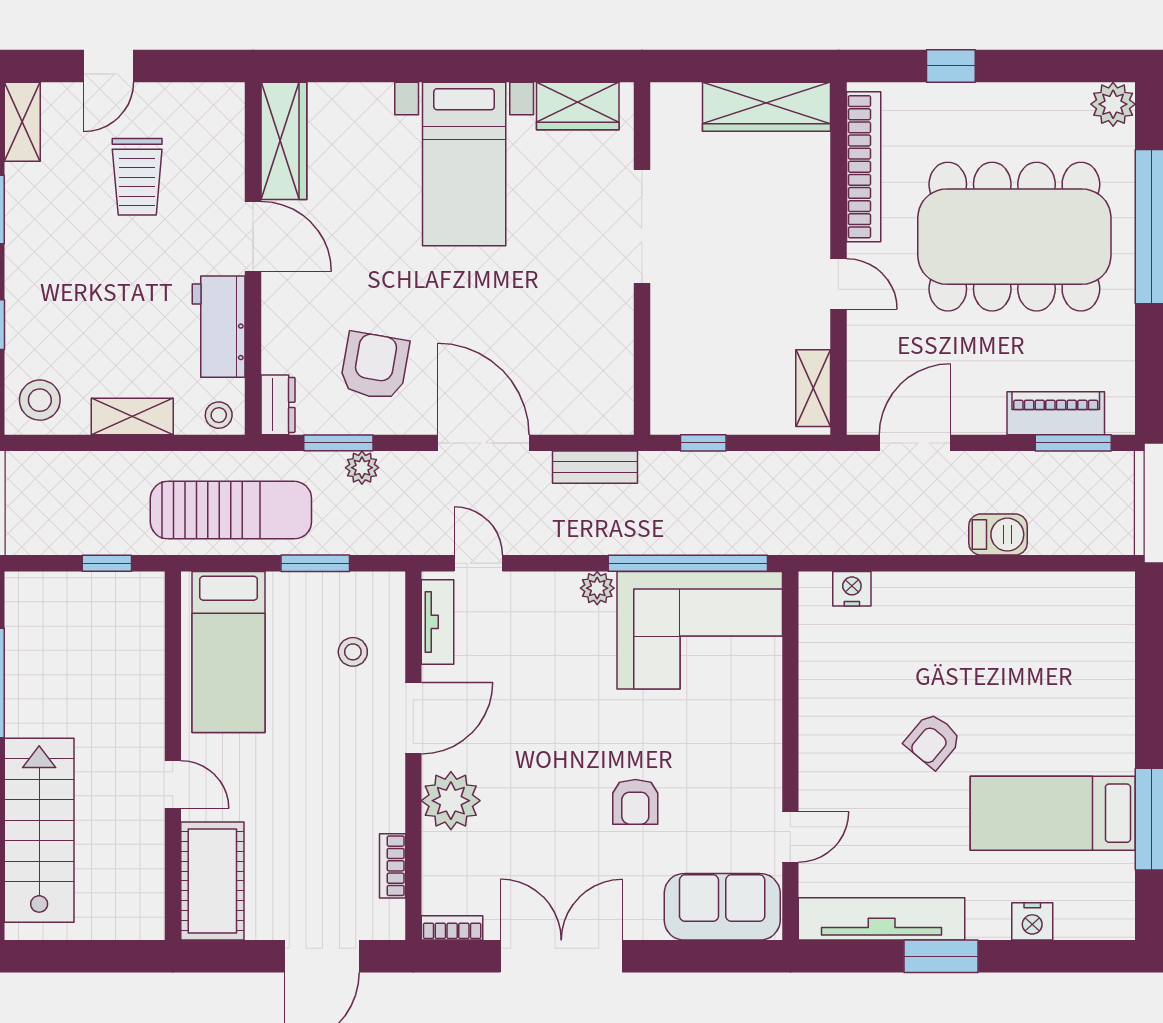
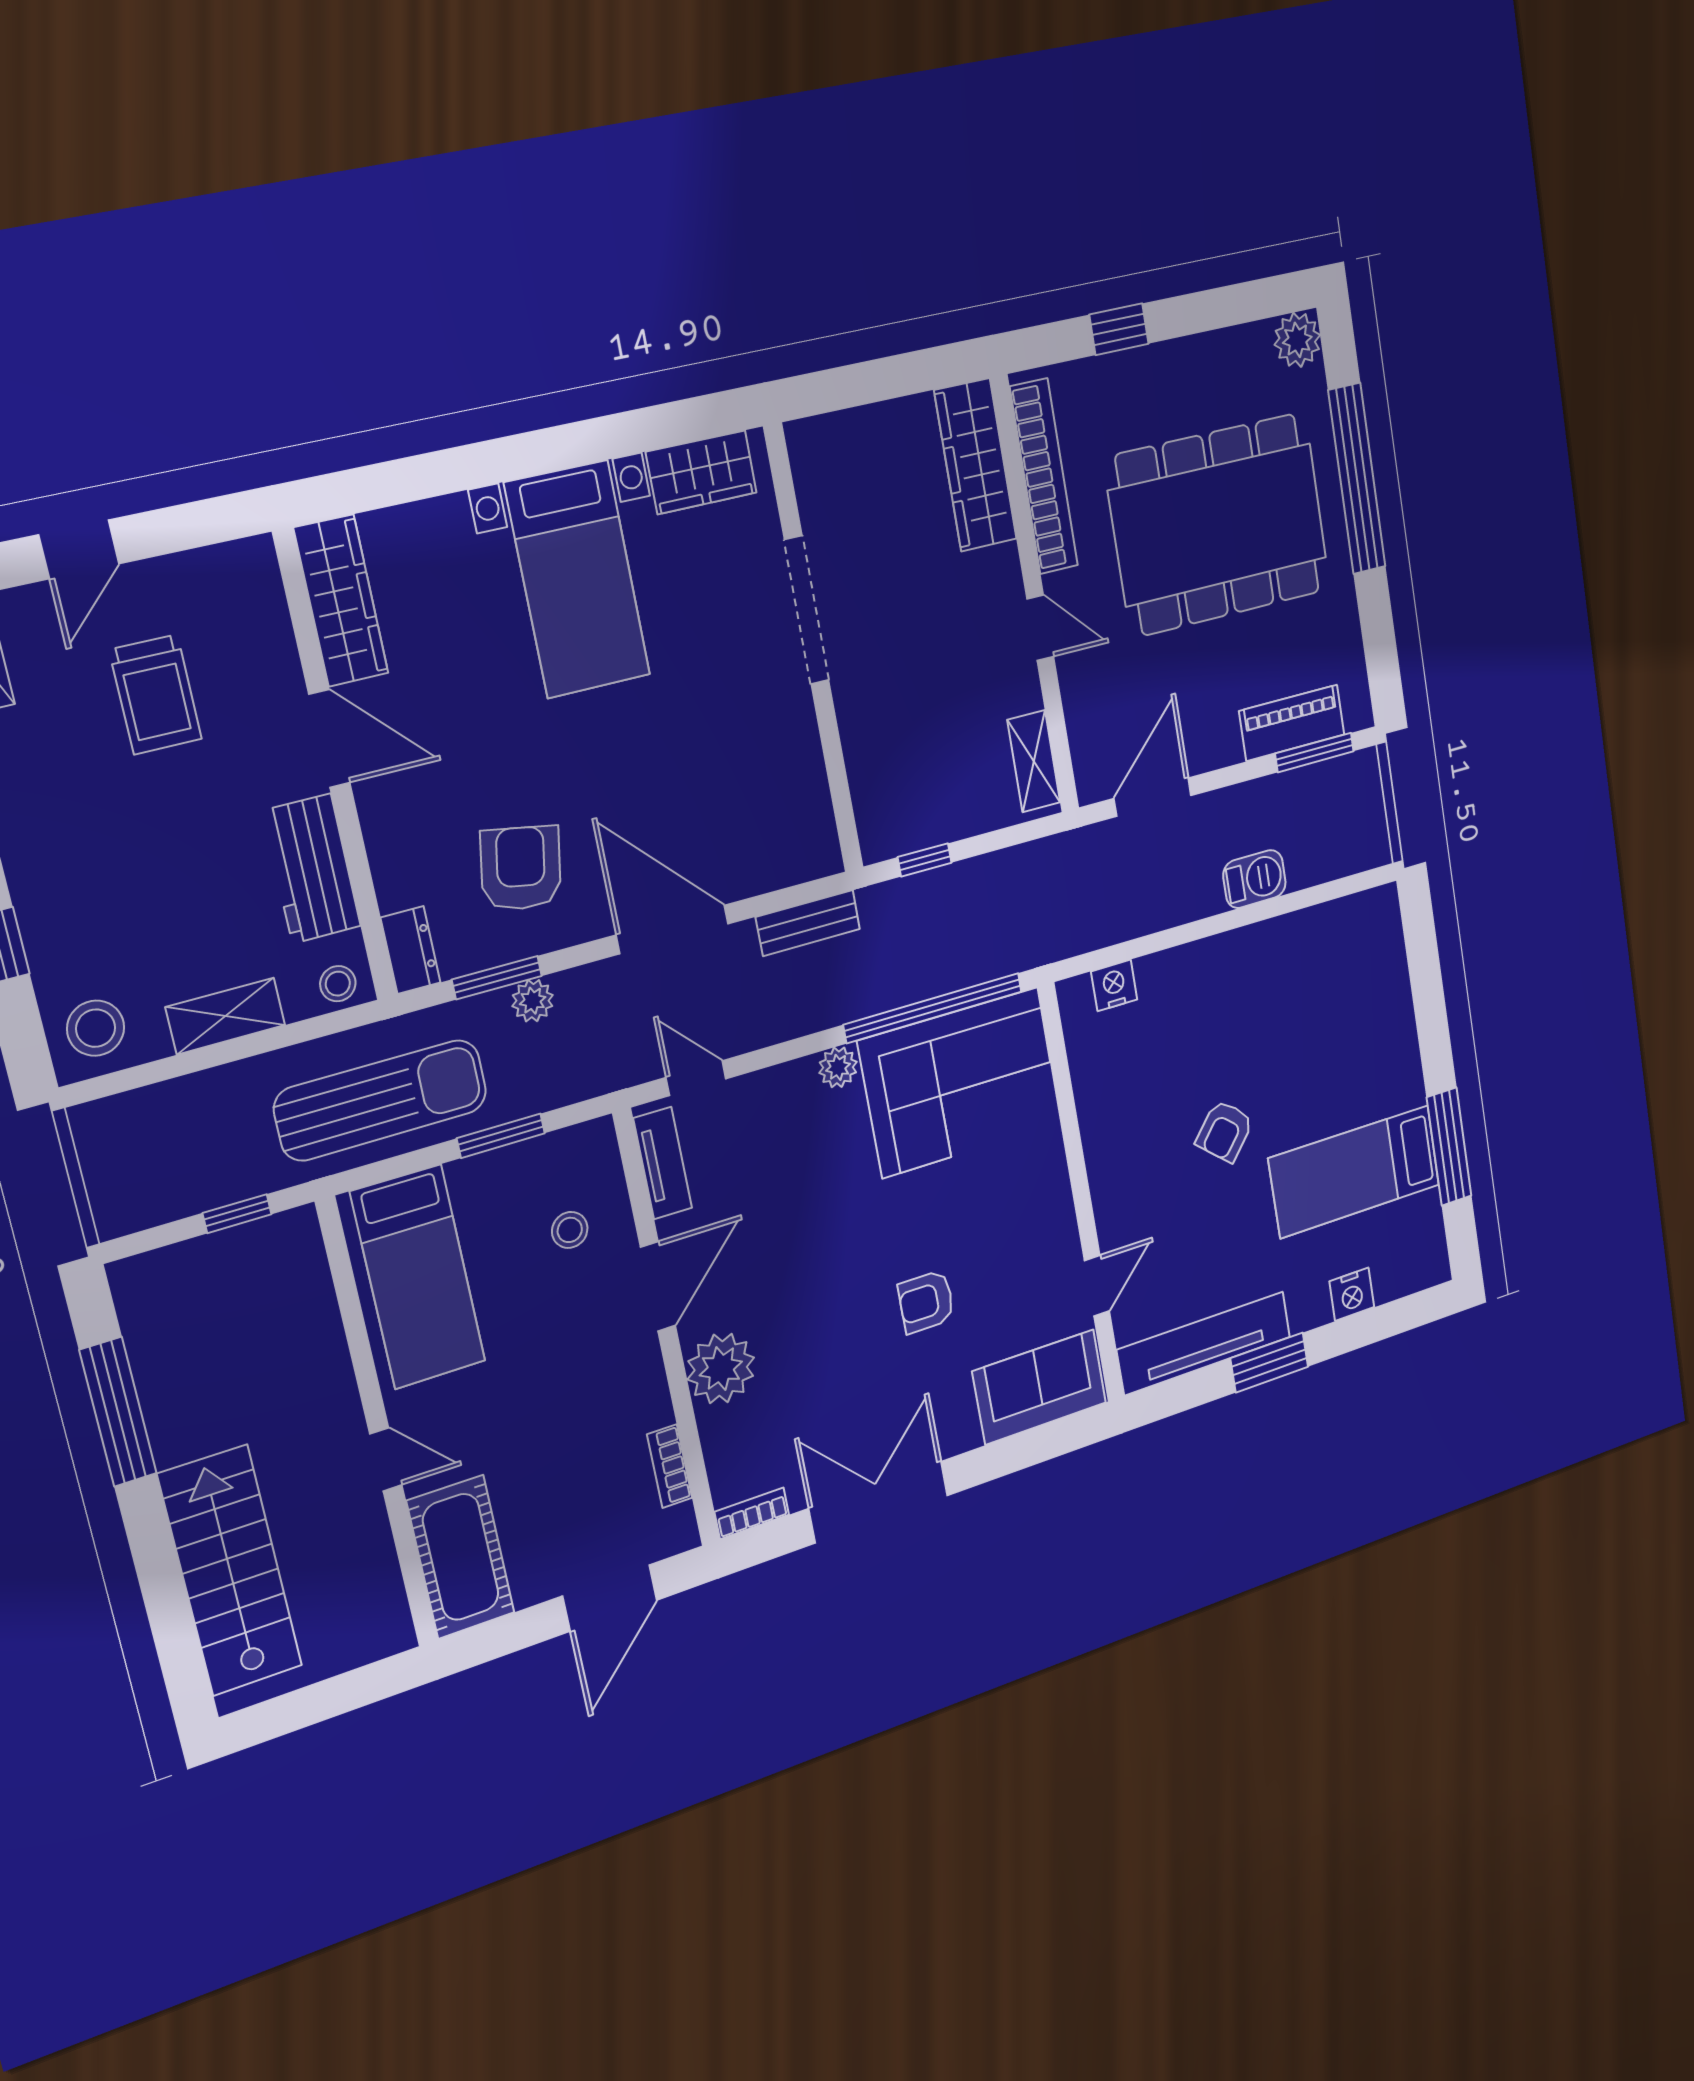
wardrobe: (767, 107) -> (975, 465), moved, turned 90
armchair: (635, 802) -> (926, 1302), turned 90

